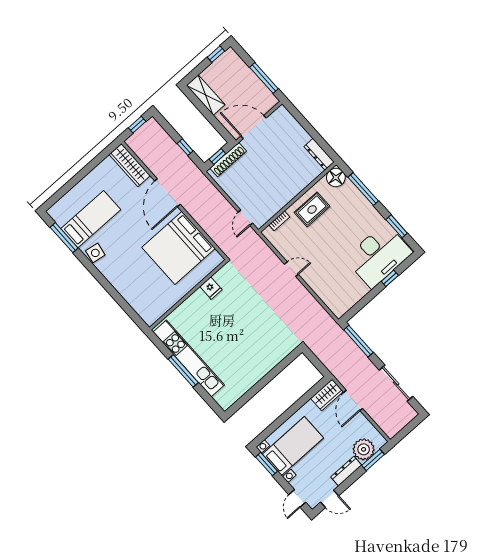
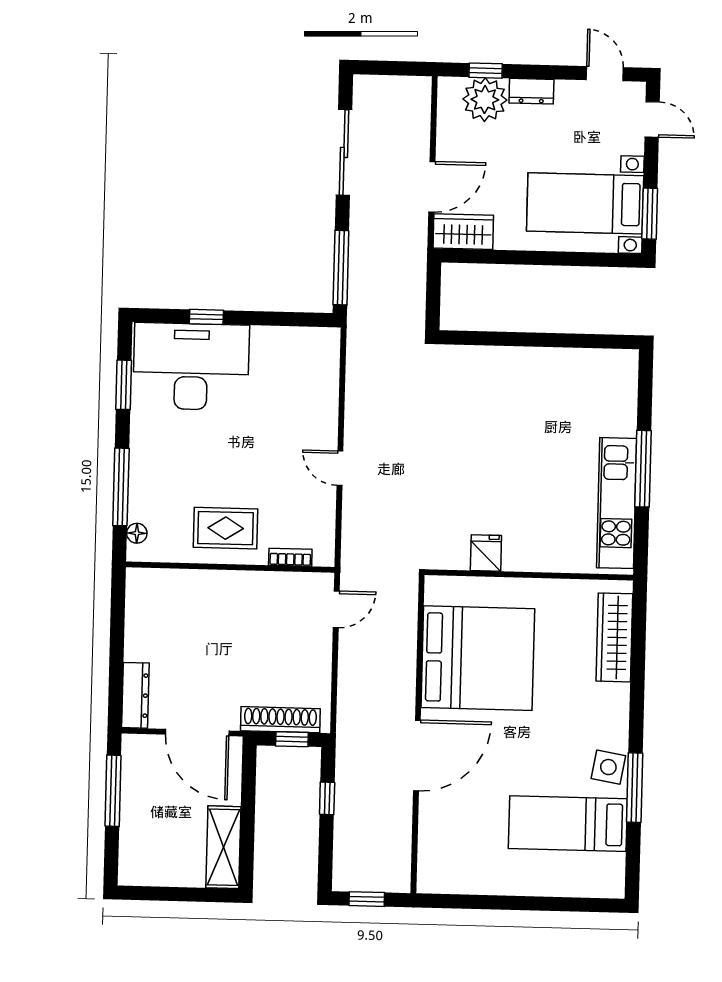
window: (216, 54) -> (151, 893), removed
dresser: (319, 154) -> (135, 695), moved
wardrobe: (130, 165) -> (614, 637), moved, turned 180
floor lamp: (336, 177) -> (137, 533), width x0.53, depth x0.53
window: (64, 238) -> (635, 788), moved
kitchen unit: (189, 358) -> (617, 503), width x0.73
window: (373, 460) -> (486, 71), width x0.67
dresser: (346, 471) -> (531, 91), width x0.70
door: (297, 498) -> (652, 119), hinge flipped

